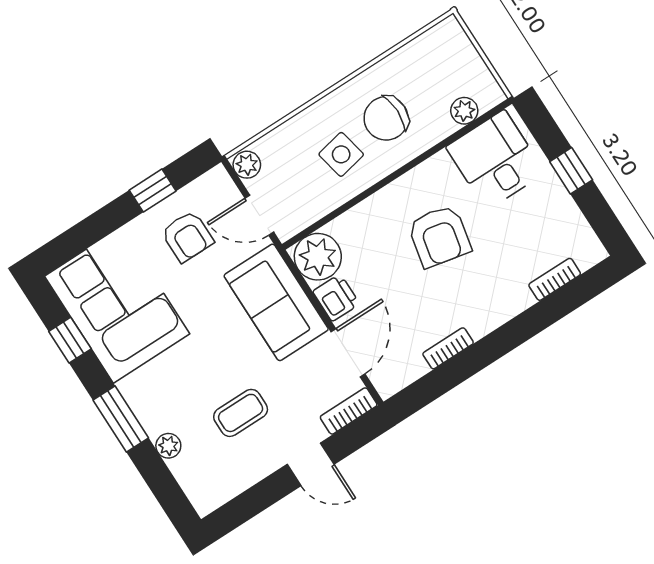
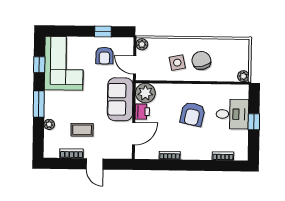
plant: (464, 111) -> (243, 76), moved
chair: (386, 118) -> (201, 60), turned 76
desk: (495, 160) -> (232, 114), moved, turned 90
bookcase: (349, 411) -> (72, 153), moved

